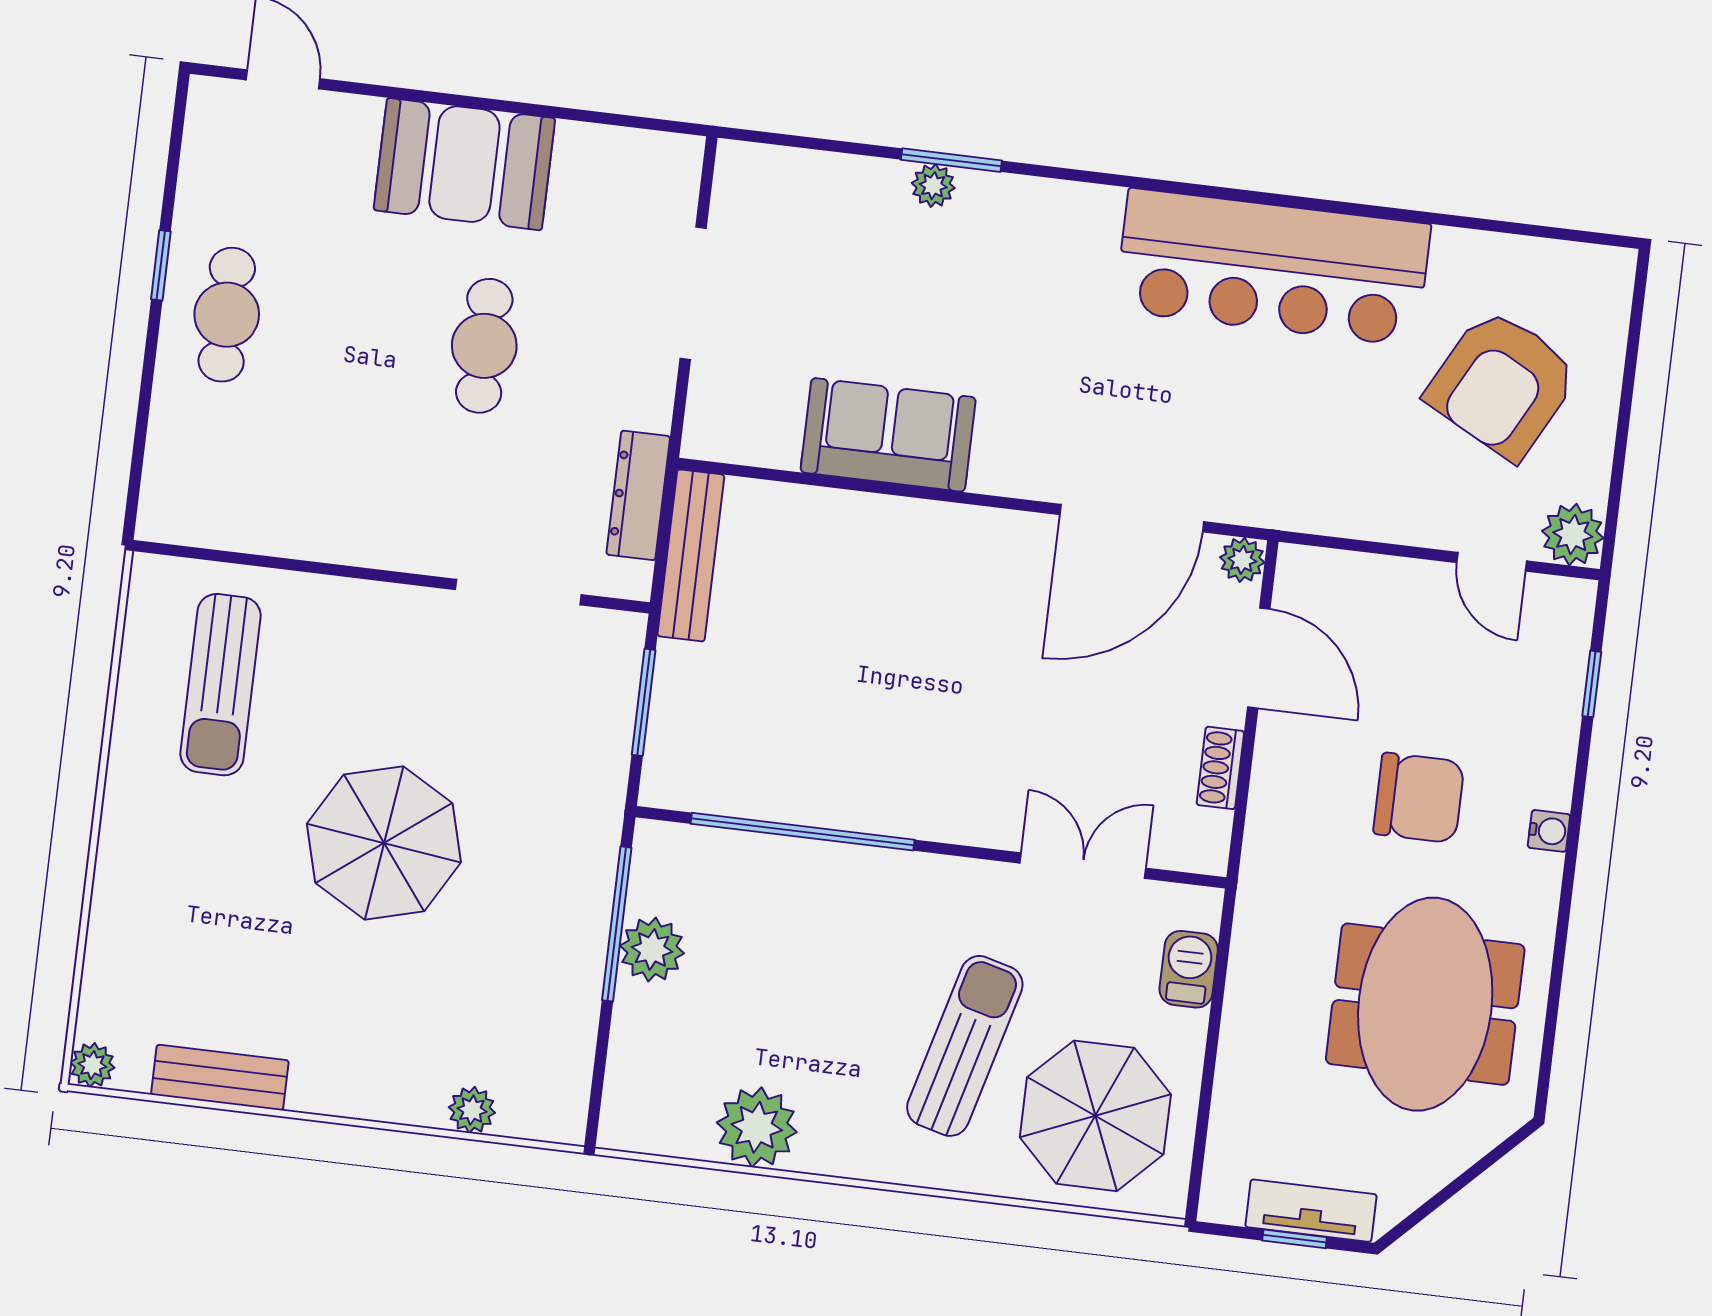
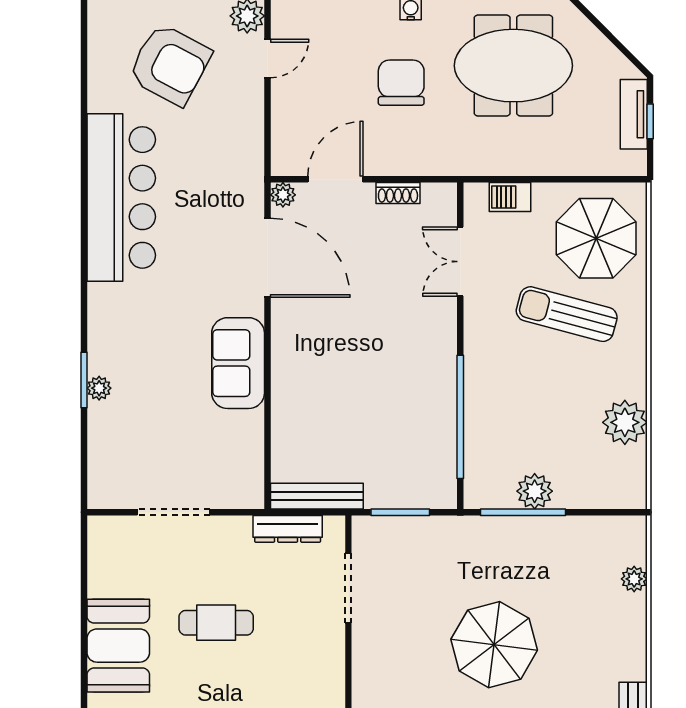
sofa: (888, 435) -> (238, 363), moved

